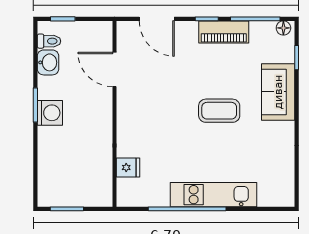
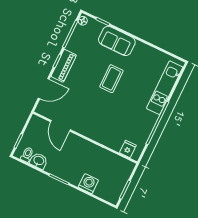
piano: (224, 32) -> (64, 66), moved
door: (115, 69) -> (60, 126), hinge flipped
washing machine: (50, 113) -> (88, 184), moved
fridge: (128, 167) -> (128, 149), moved
kitchen unit: (213, 195) -> (165, 88), moved

